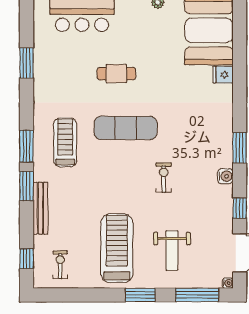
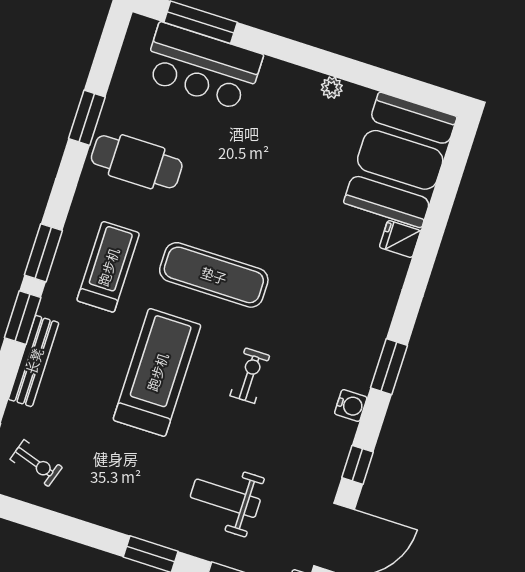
cafe table: (116, 74) -> (137, 162), moved, width x1.37, depth x1.35
treadmill: (117, 248) -> (157, 372), moved
weight bench: (172, 250) -> (225, 498), turned 90
exercise bike: (60, 265) -> (36, 463), turned 108

